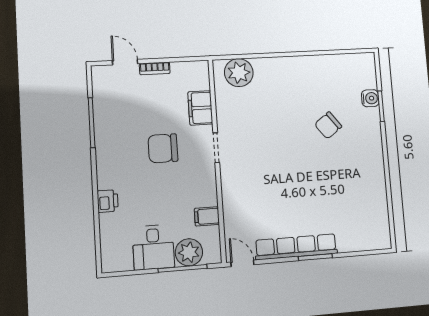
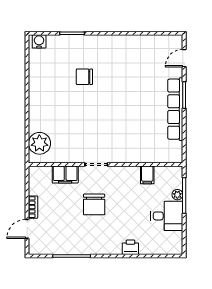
water cooler: (370, 98) -> (39, 41), moved
chair: (328, 125) -> (84, 77), turned 127
plant: (189, 252) -> (177, 195), width x0.53, depth x0.53
door: (242, 263) -> (184, 58), moved

